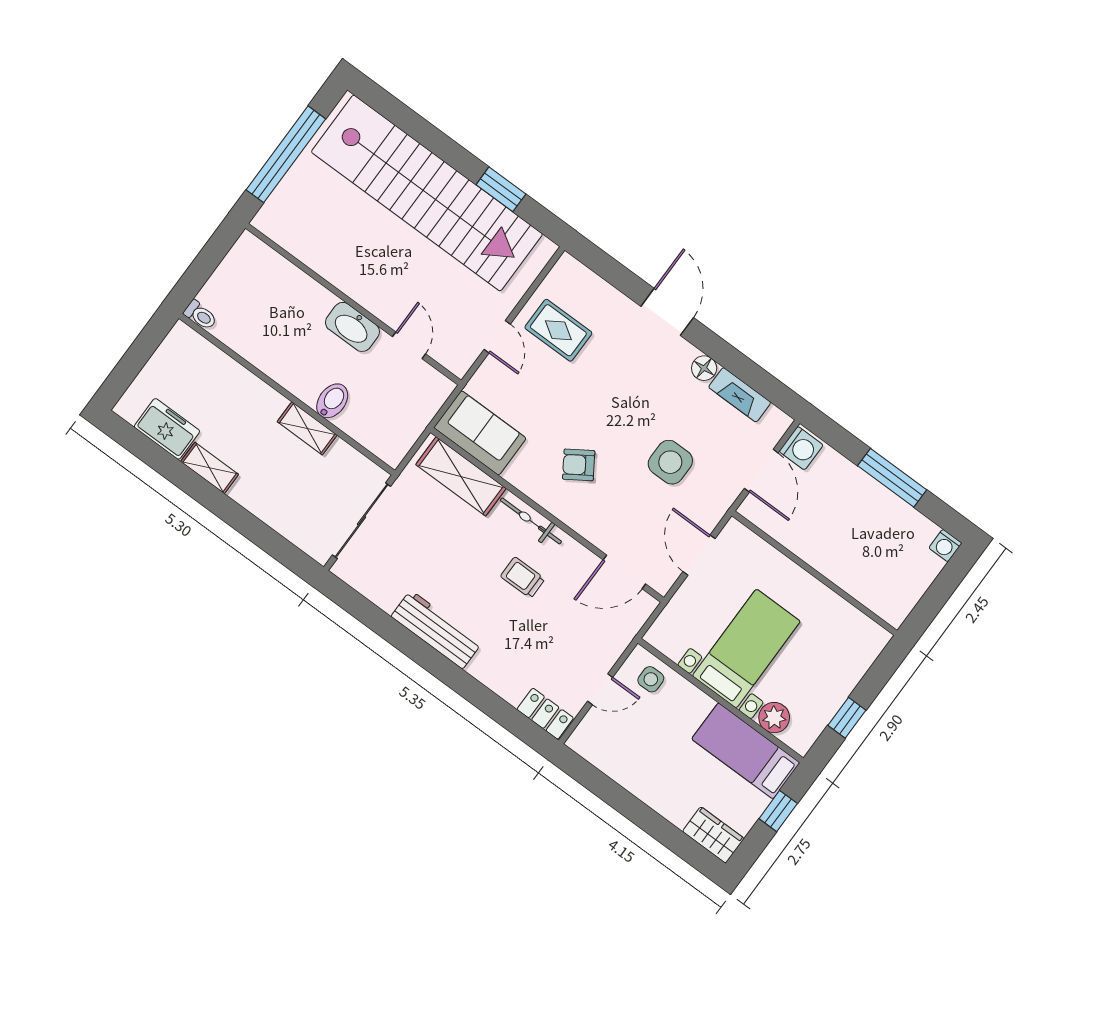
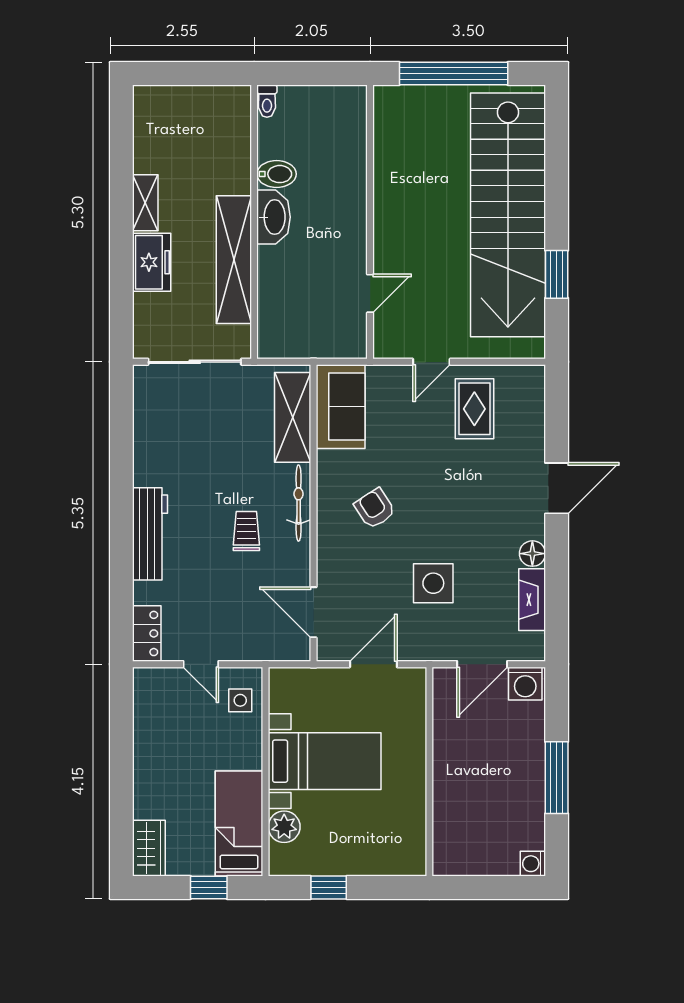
washbasin: (352, 327) -> (274, 217), moved, turned 180
bidet: (332, 401) -> (277, 174), moved
shelving: (307, 428) -> (234, 260), width x2.20, depth x1.33
freezer: (167, 429) -> (152, 262), moved
workbench: (436, 630) -> (150, 534), moved

